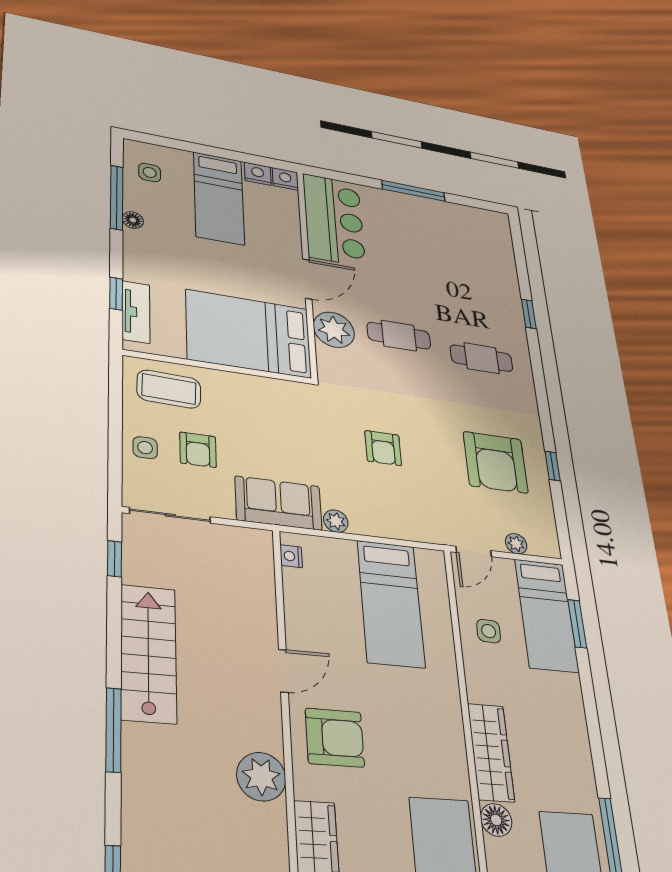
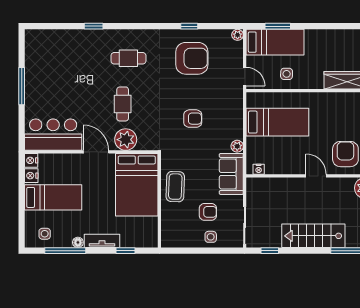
tv unit: (136, 312) -> (102, 241), moved
cafe table: (482, 358) -> (128, 58), turned 90
coffee table: (169, 389) -> (175, 187), moved
plant: (516, 544) -> (238, 35), moved

